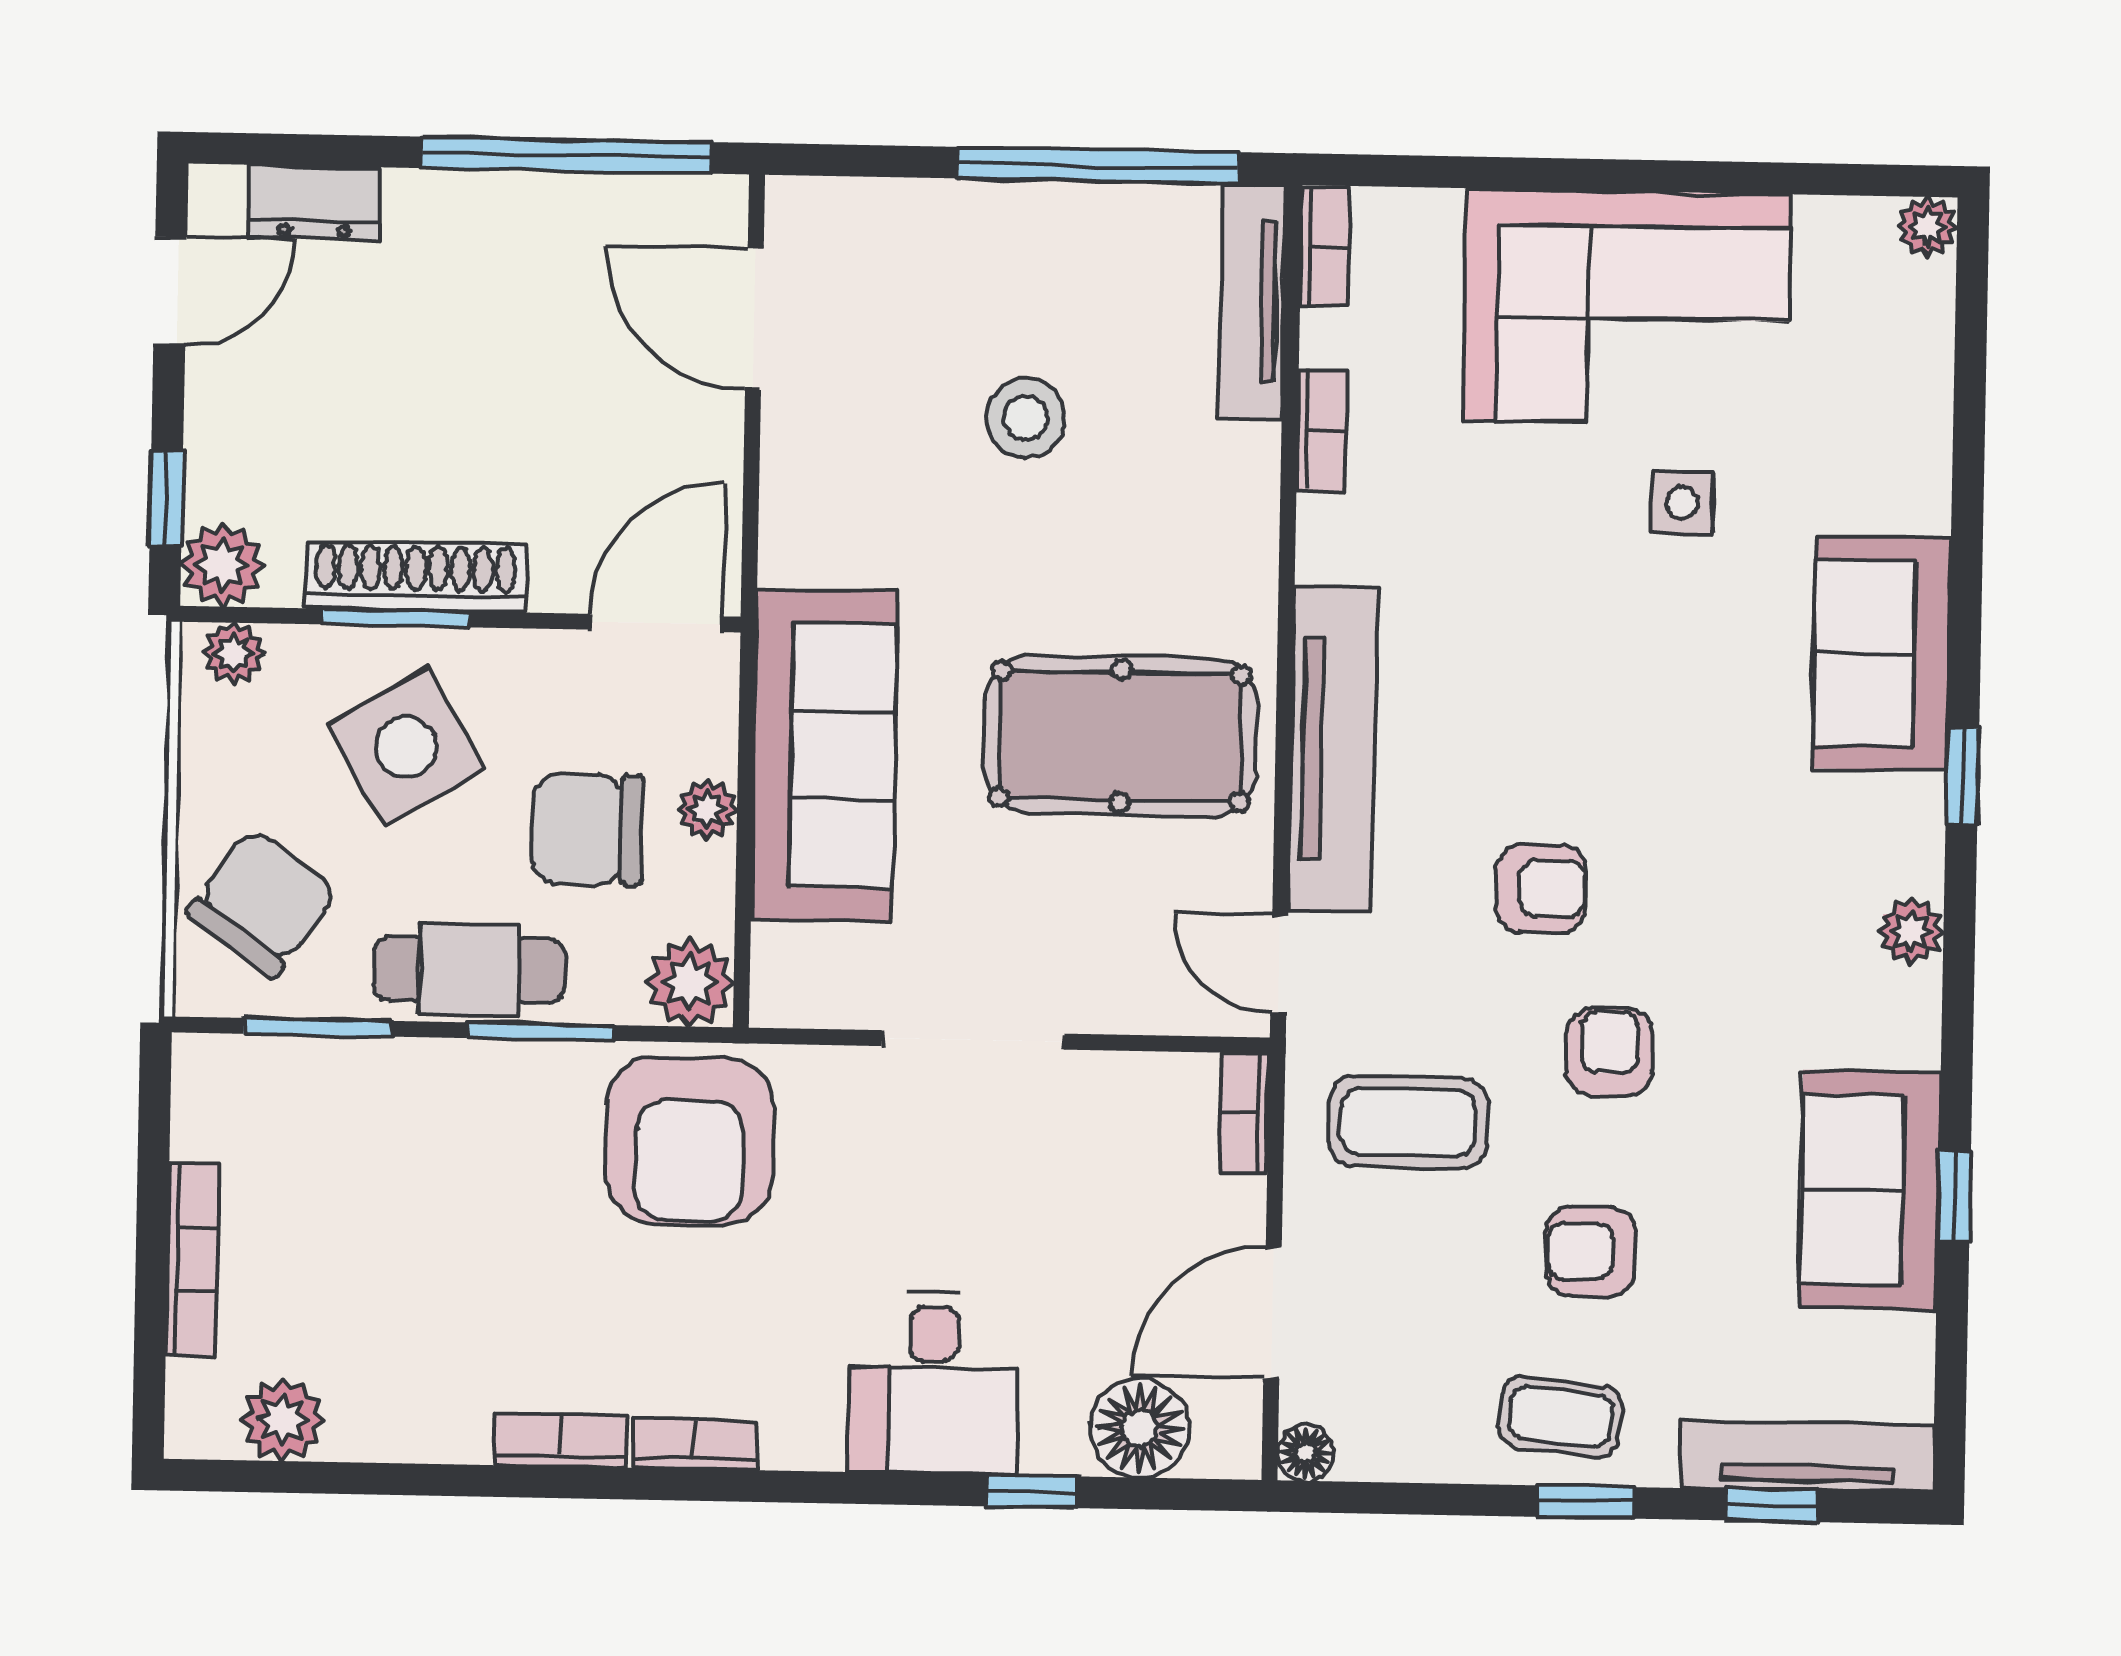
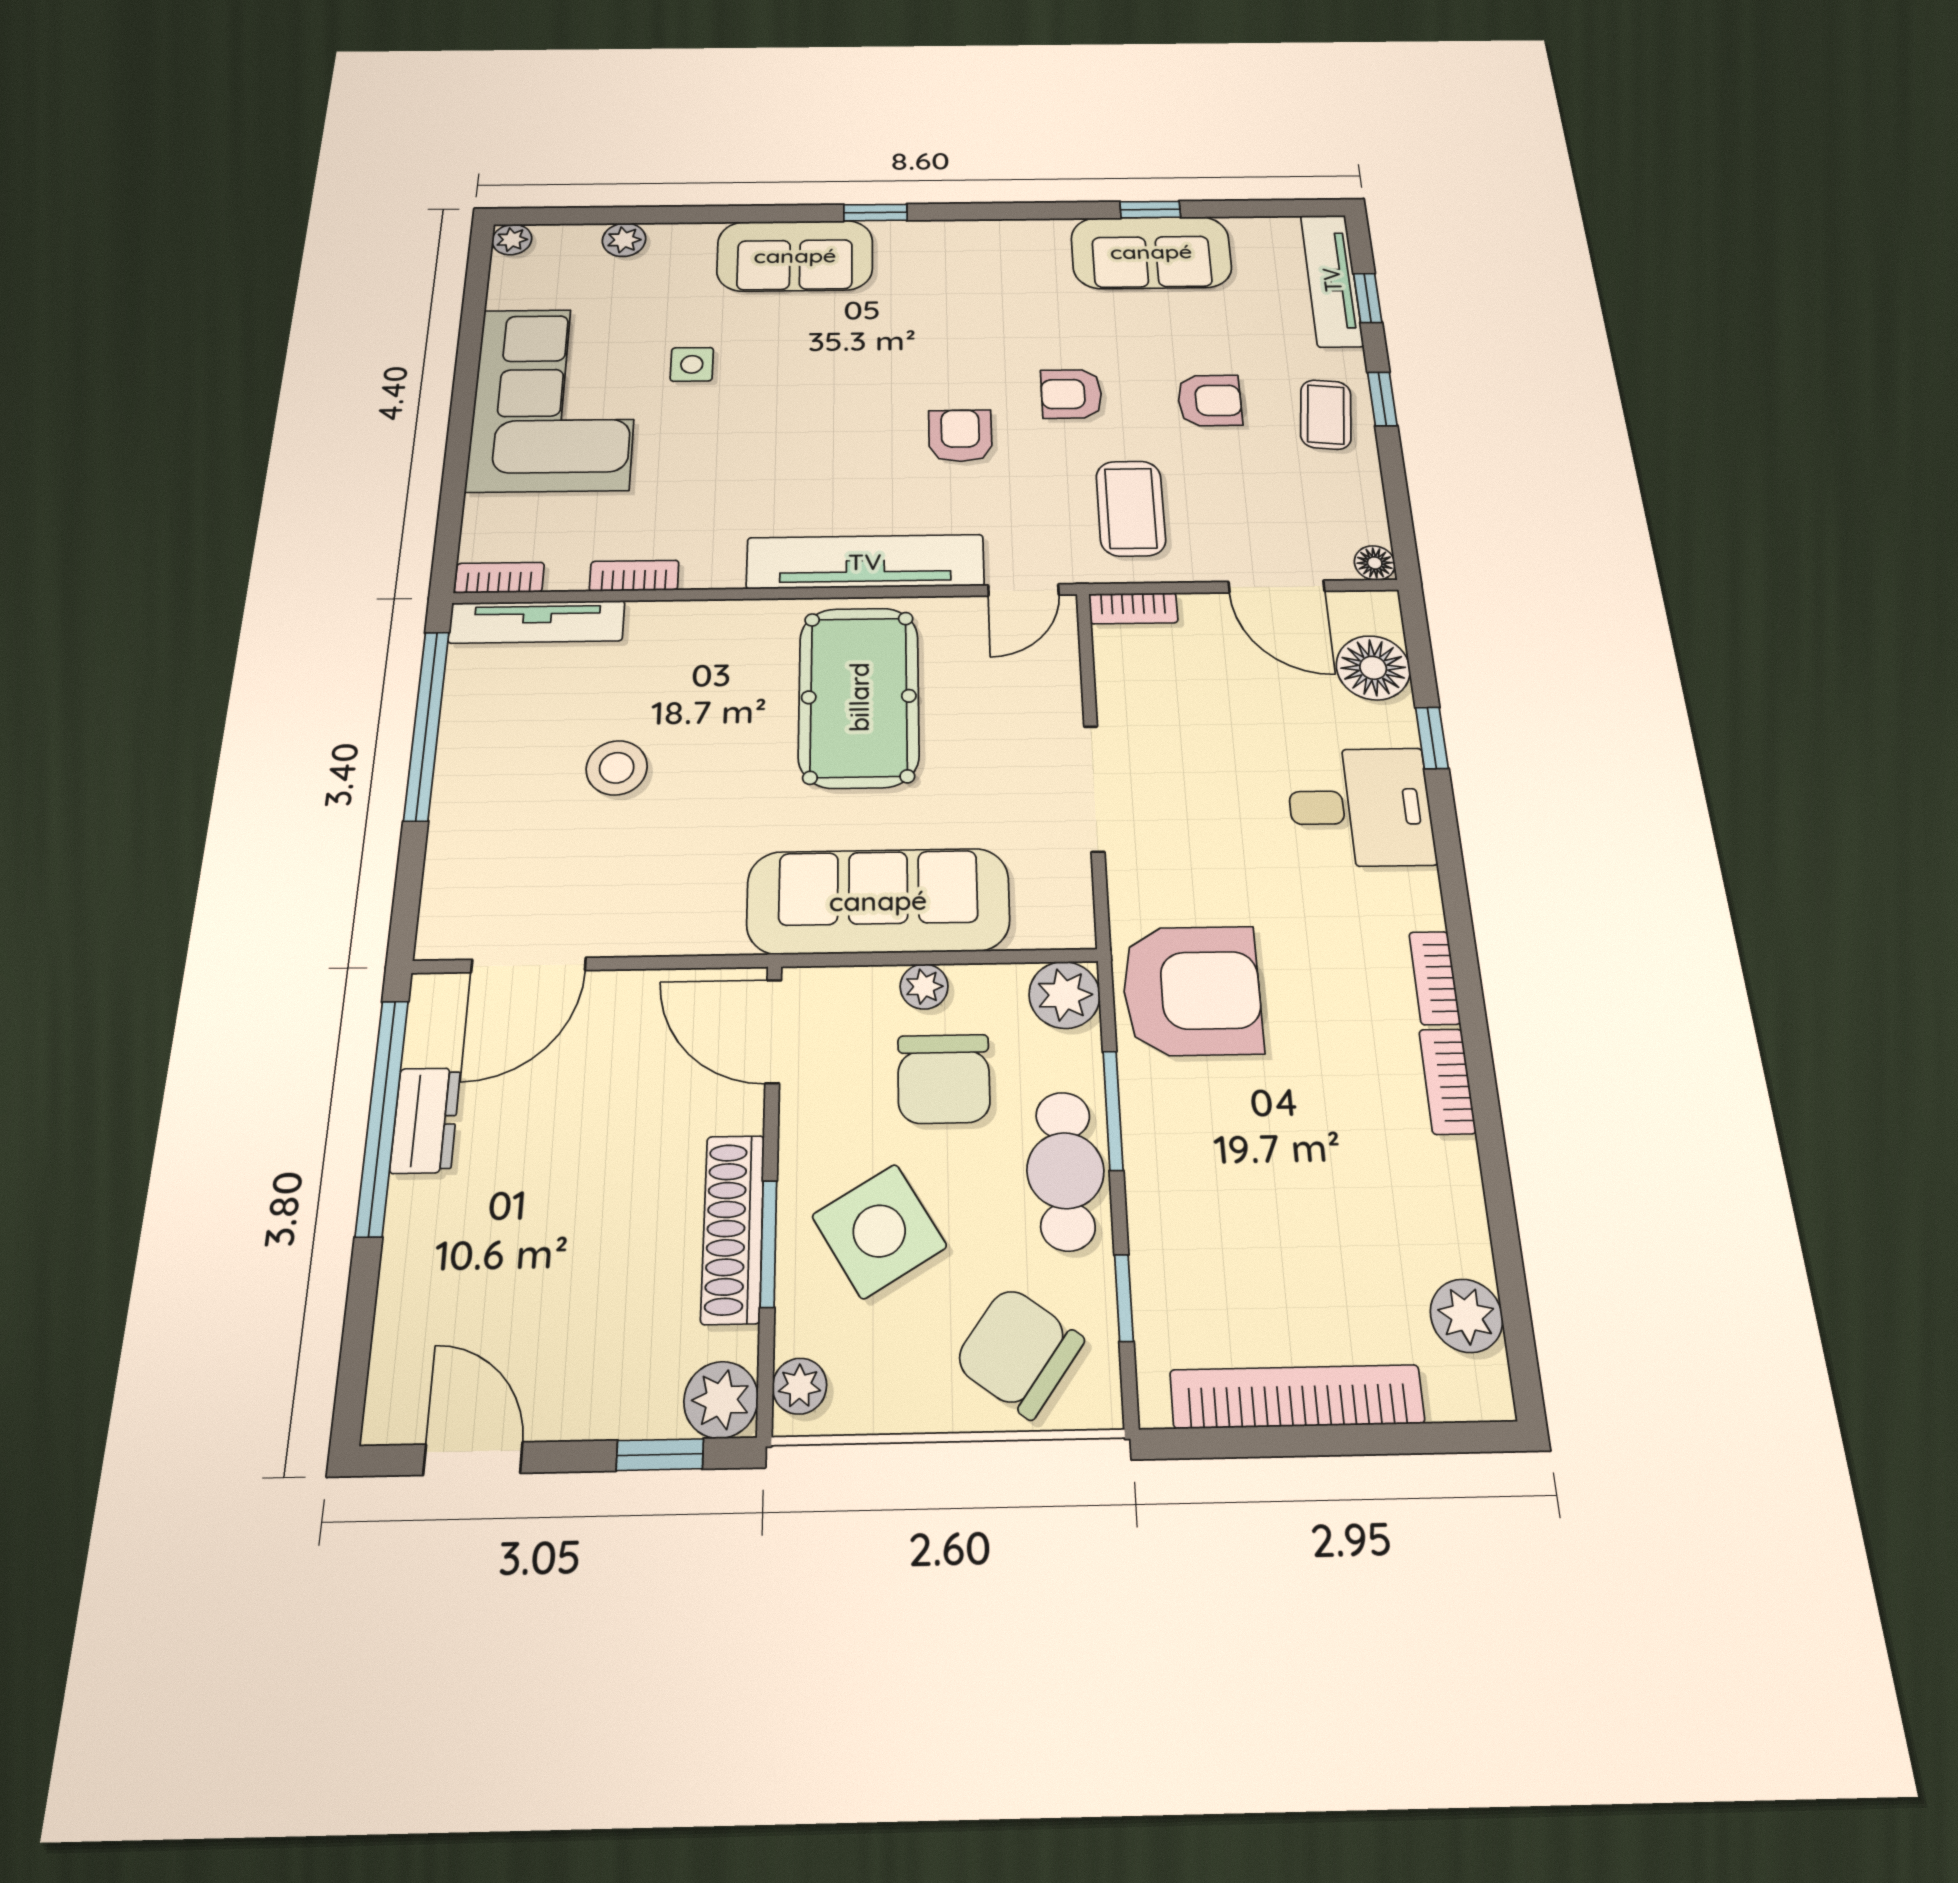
dresser: (315, 202) -> (425, 1120), moved
plant: (1911, 931) -> (624, 240), moved
window: (318, 1027) -> (1124, 1298), width x0.67
armchair: (1591, 1251) -> (1210, 400), turned -90
bookcase: (192, 1260) -> (1297, 1397), width x1.48, depth x1.31

